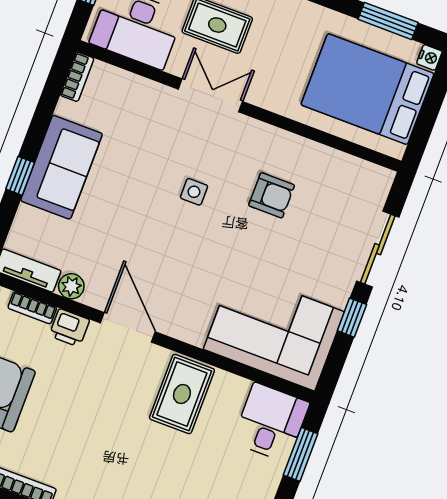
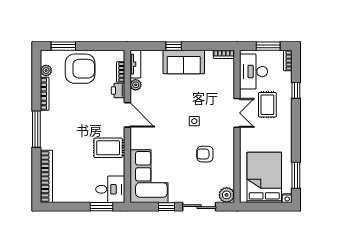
plant: (375, 182) -> (227, 195), added
armchair: (272, 195) -> (205, 154), turned 90
door: (128, 327) -> (127, 115), hinge flipped

